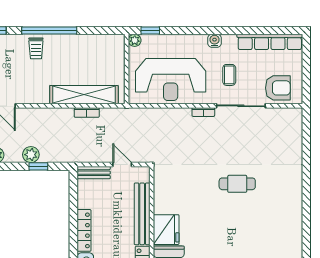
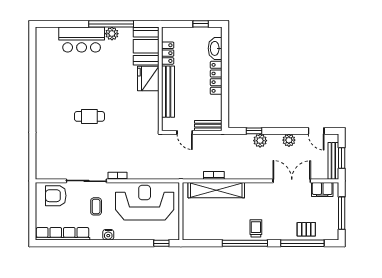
plant: (135, 40) -> (174, 235), removed

